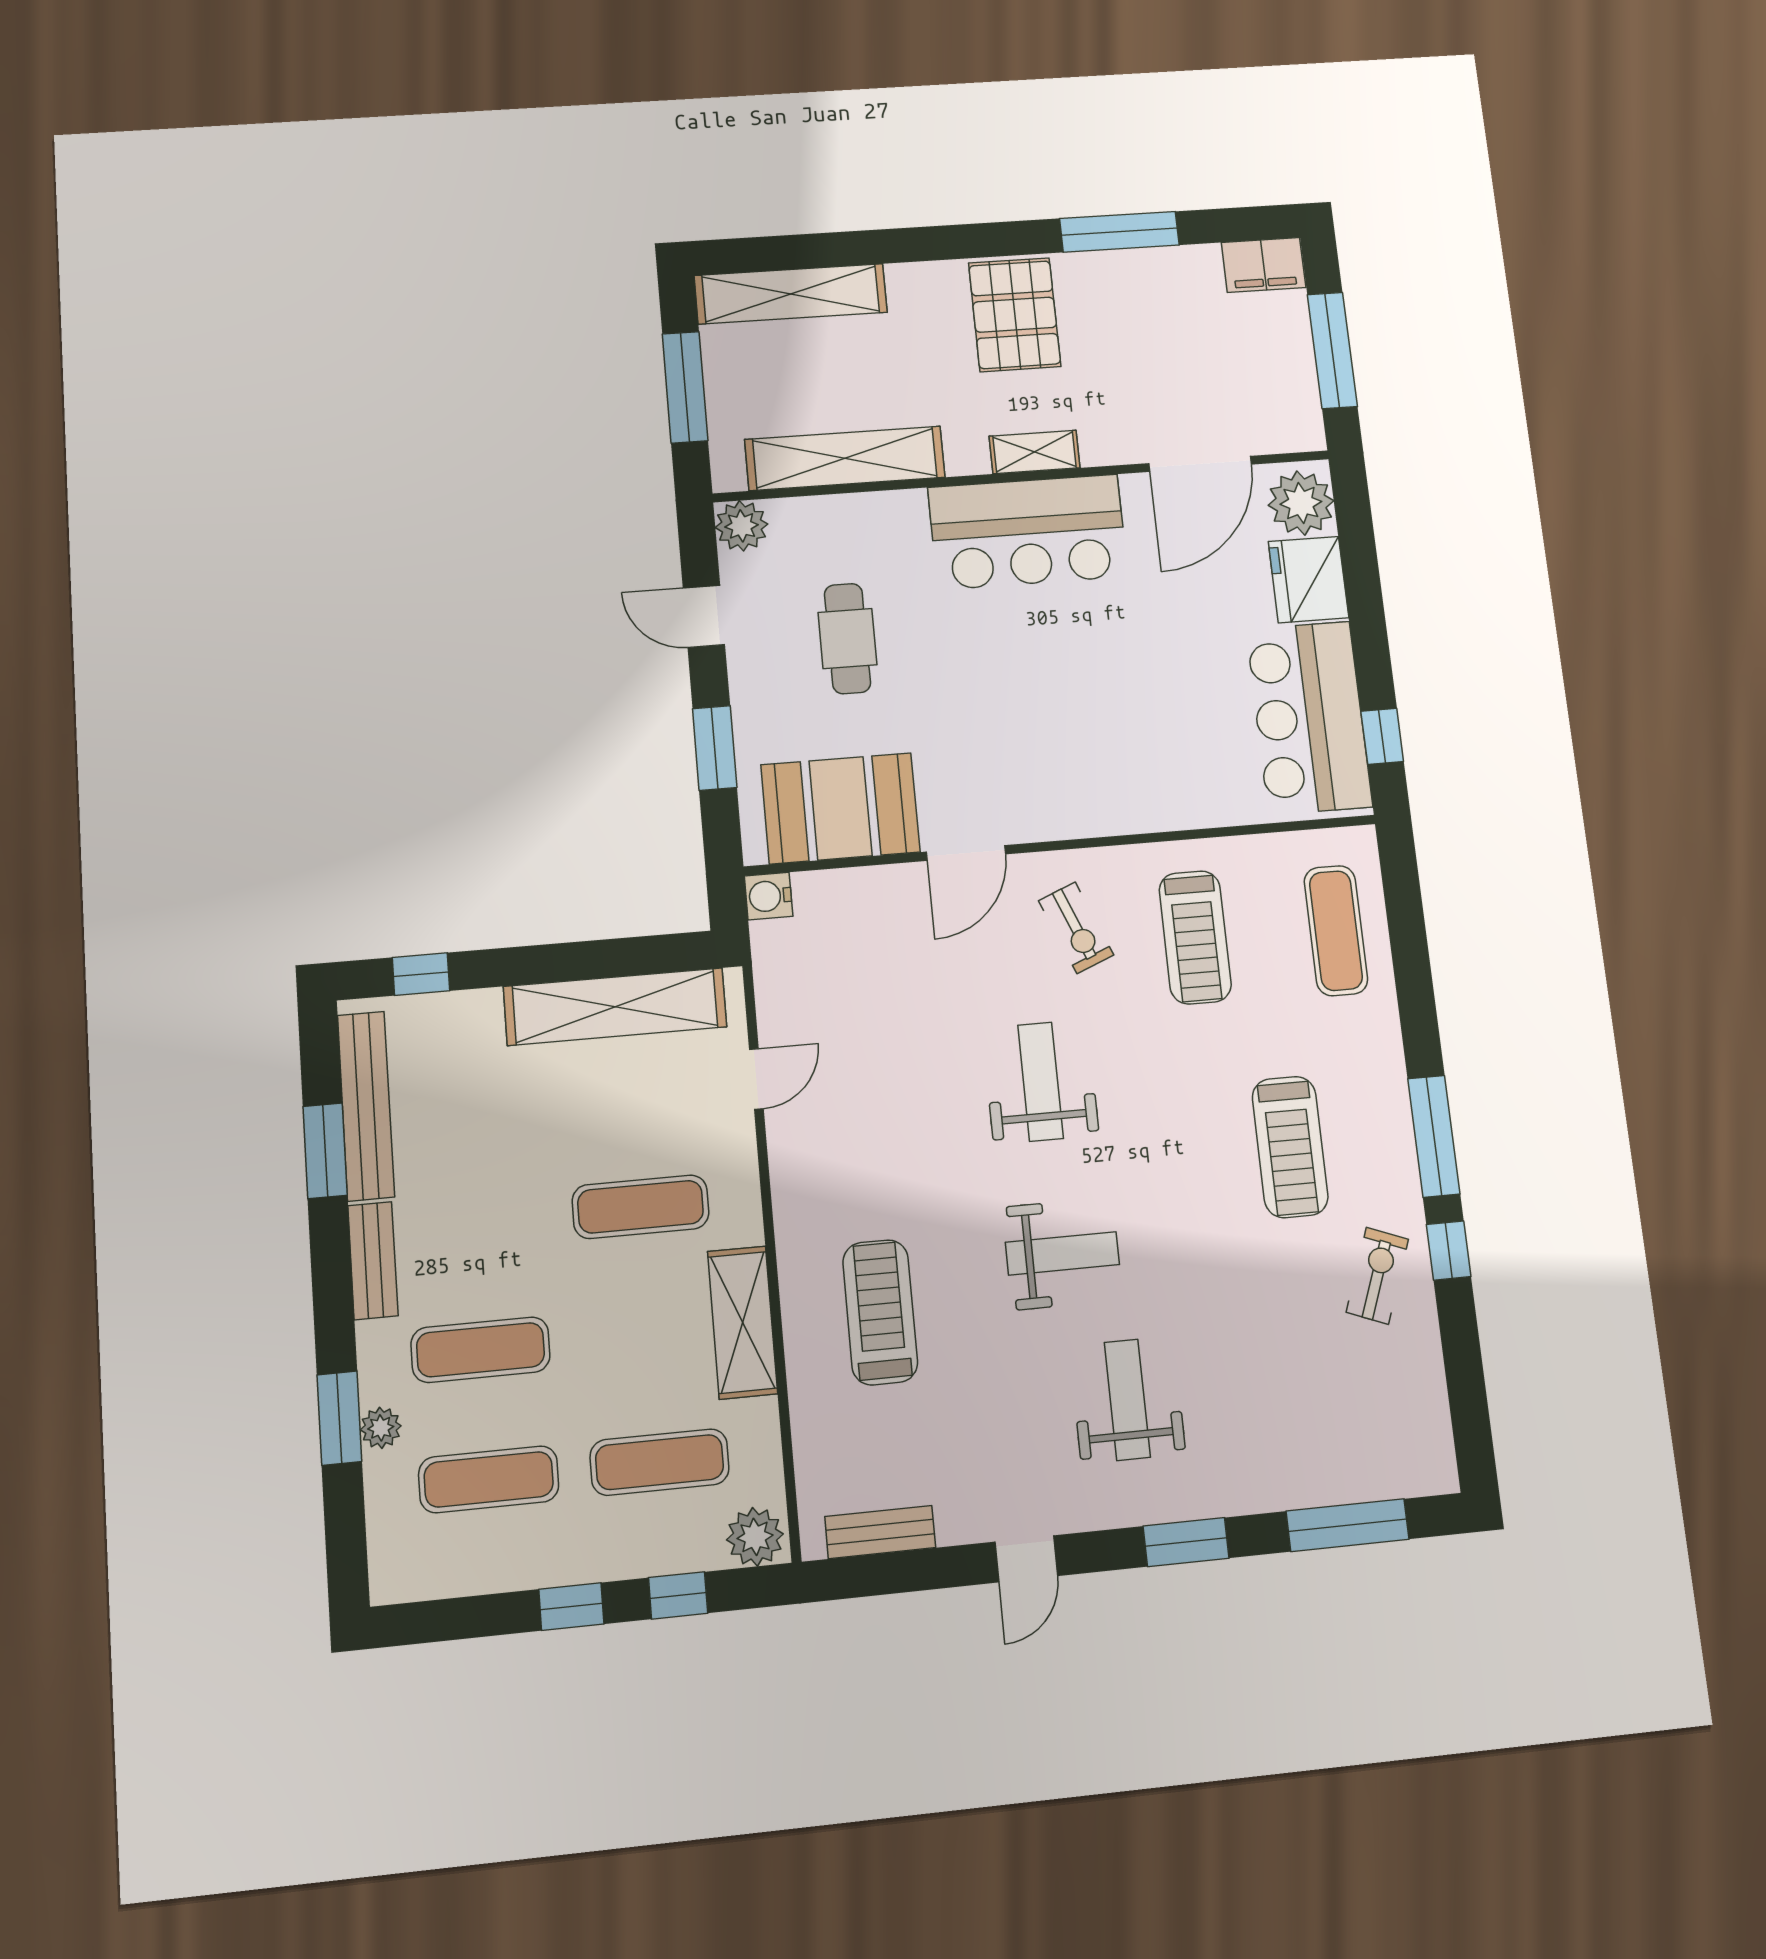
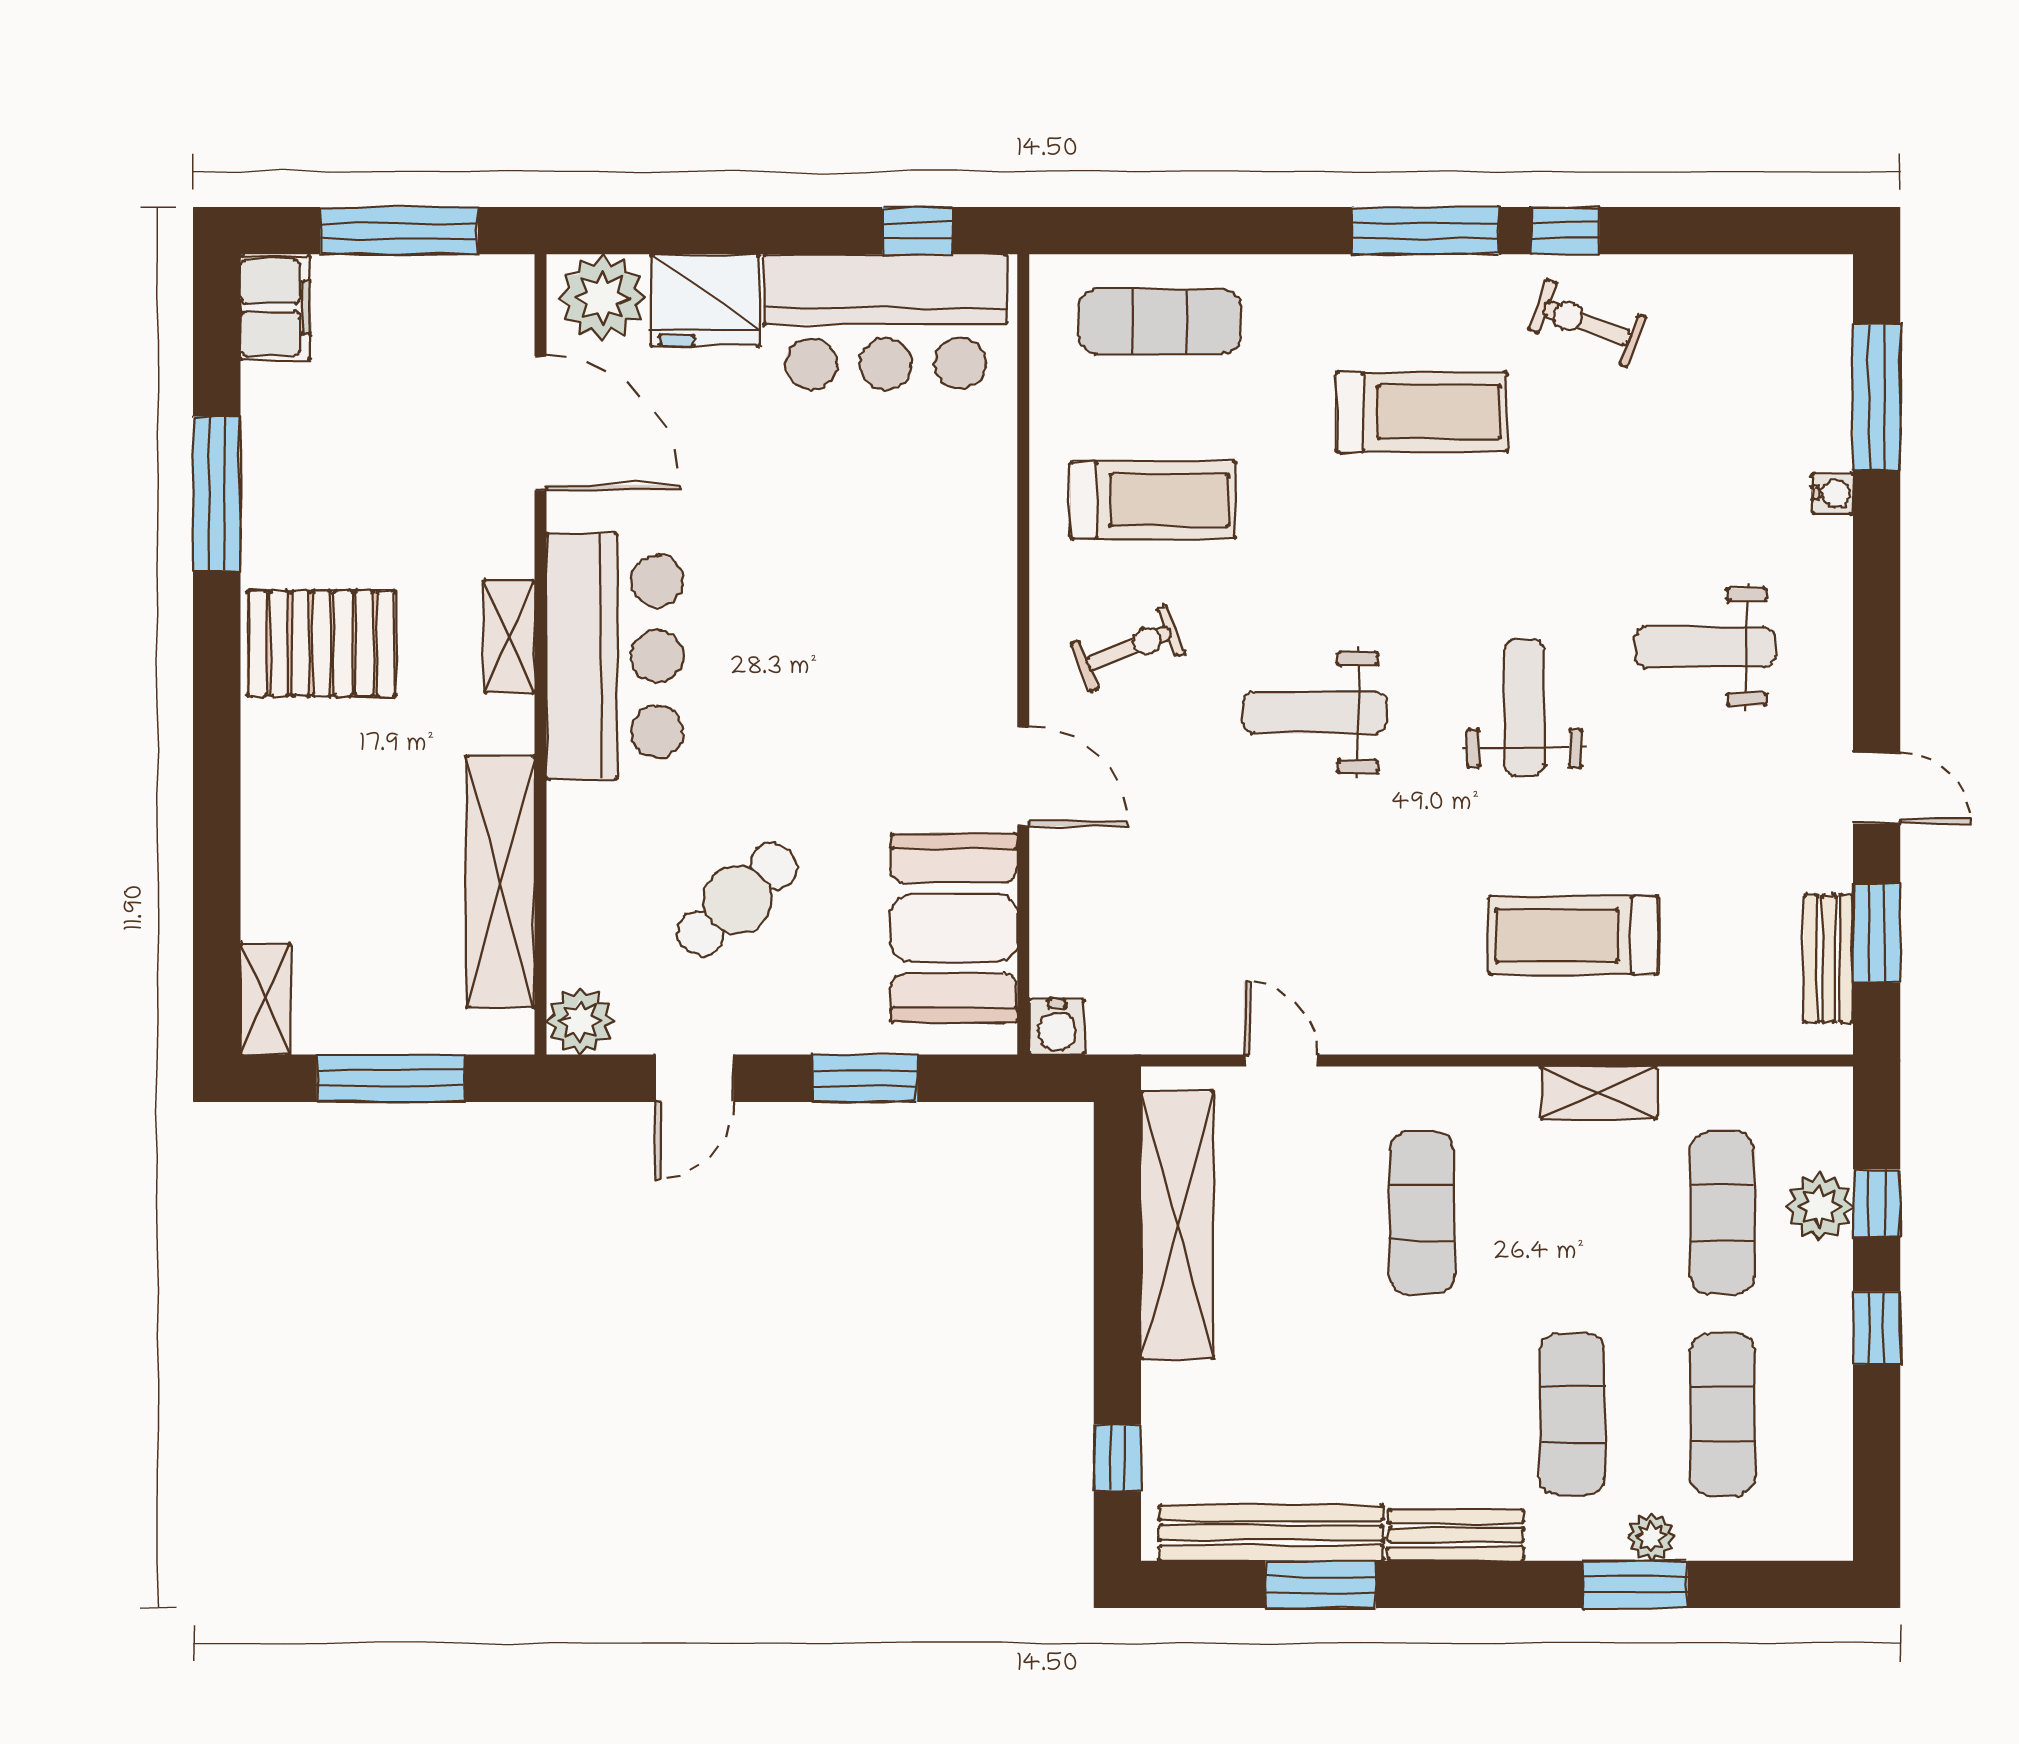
shelving: (791, 294) -> (265, 999), width x0.45, depth x0.75
cafe table: (847, 639) -> (737, 900), turned -43
shelving: (742, 1322) -> (1599, 1093), width x0.67, depth x0.75
water cooler: (1265, 1496) -> (1833, 493), added
plant: (755, 1537) -> (1819, 1207), moved
window: (1186, 1542) -> (1877, 933), moved

